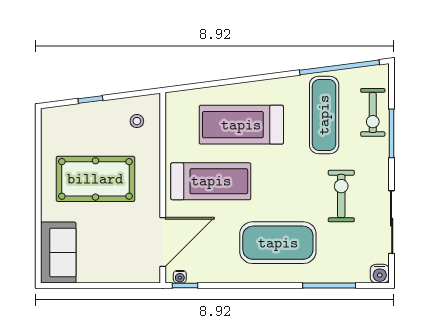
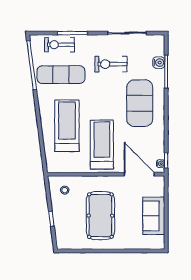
exercise bike: (373, 112) -> (59, 45), turned 180
treadmill: (241, 125) -> (67, 126), turned 180
sofa: (58, 253) -> (154, 216), moved, turned -90
water cooler: (380, 274) -> (159, 63), moved

